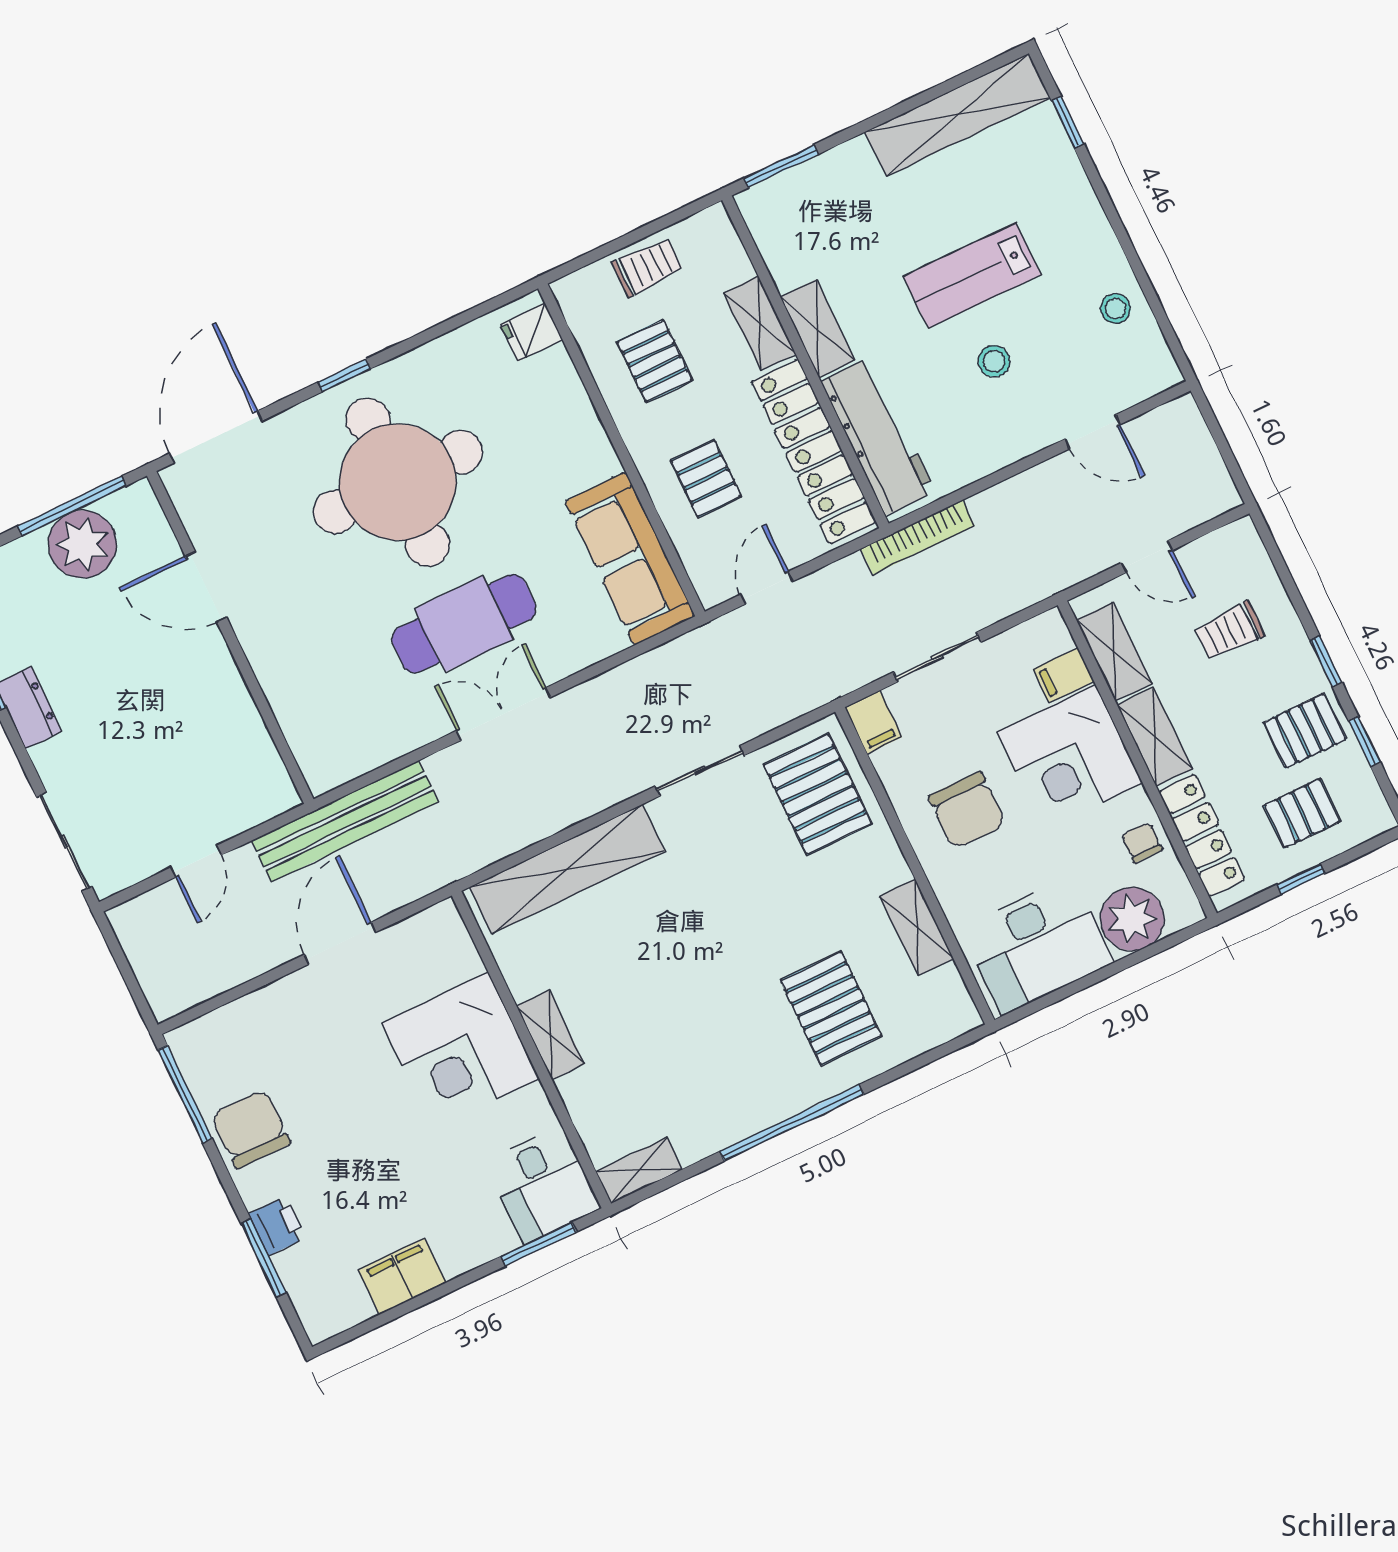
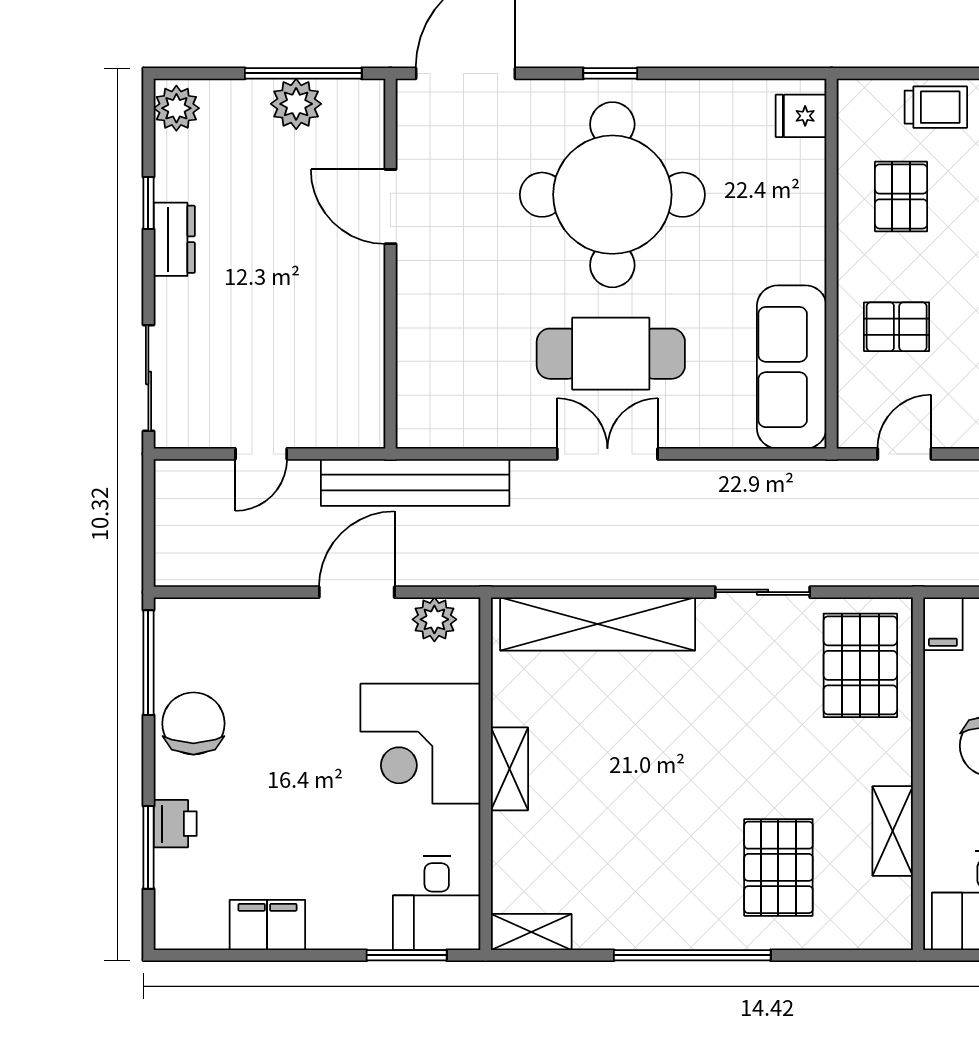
pallet: (706, 478) -> (897, 327), turned 90
plant: (83, 544) -> (296, 104), width x0.73, depth x0.73
plant: (420, 934) -> (434, 619), added

